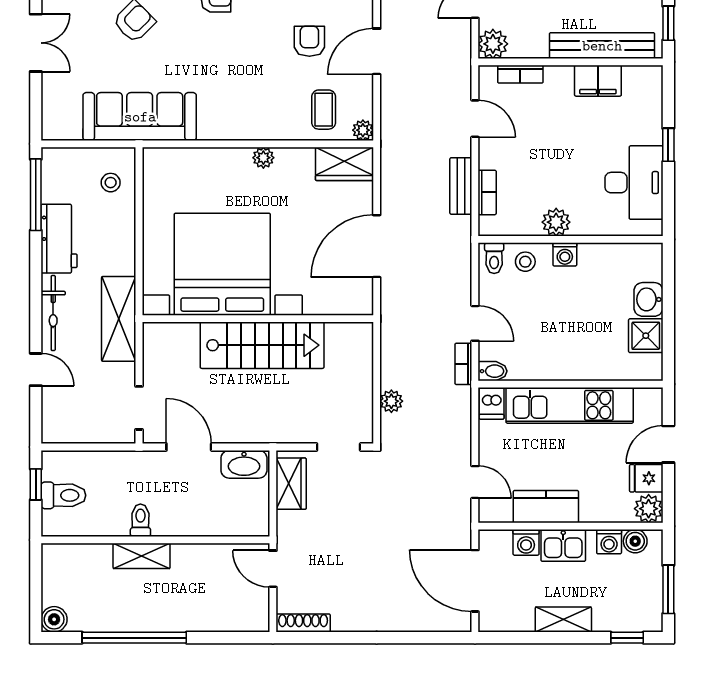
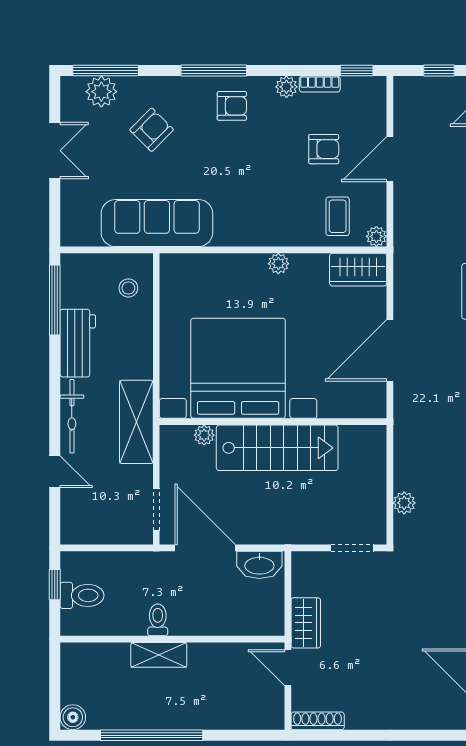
armchair: (309, 41) -> (324, 149), turned 90
plant: (188, 332) -> (204, 435), added
door: (189, 447) -> (205, 548), width x1.36
wardrobe: (291, 484) -> (306, 623), moved

